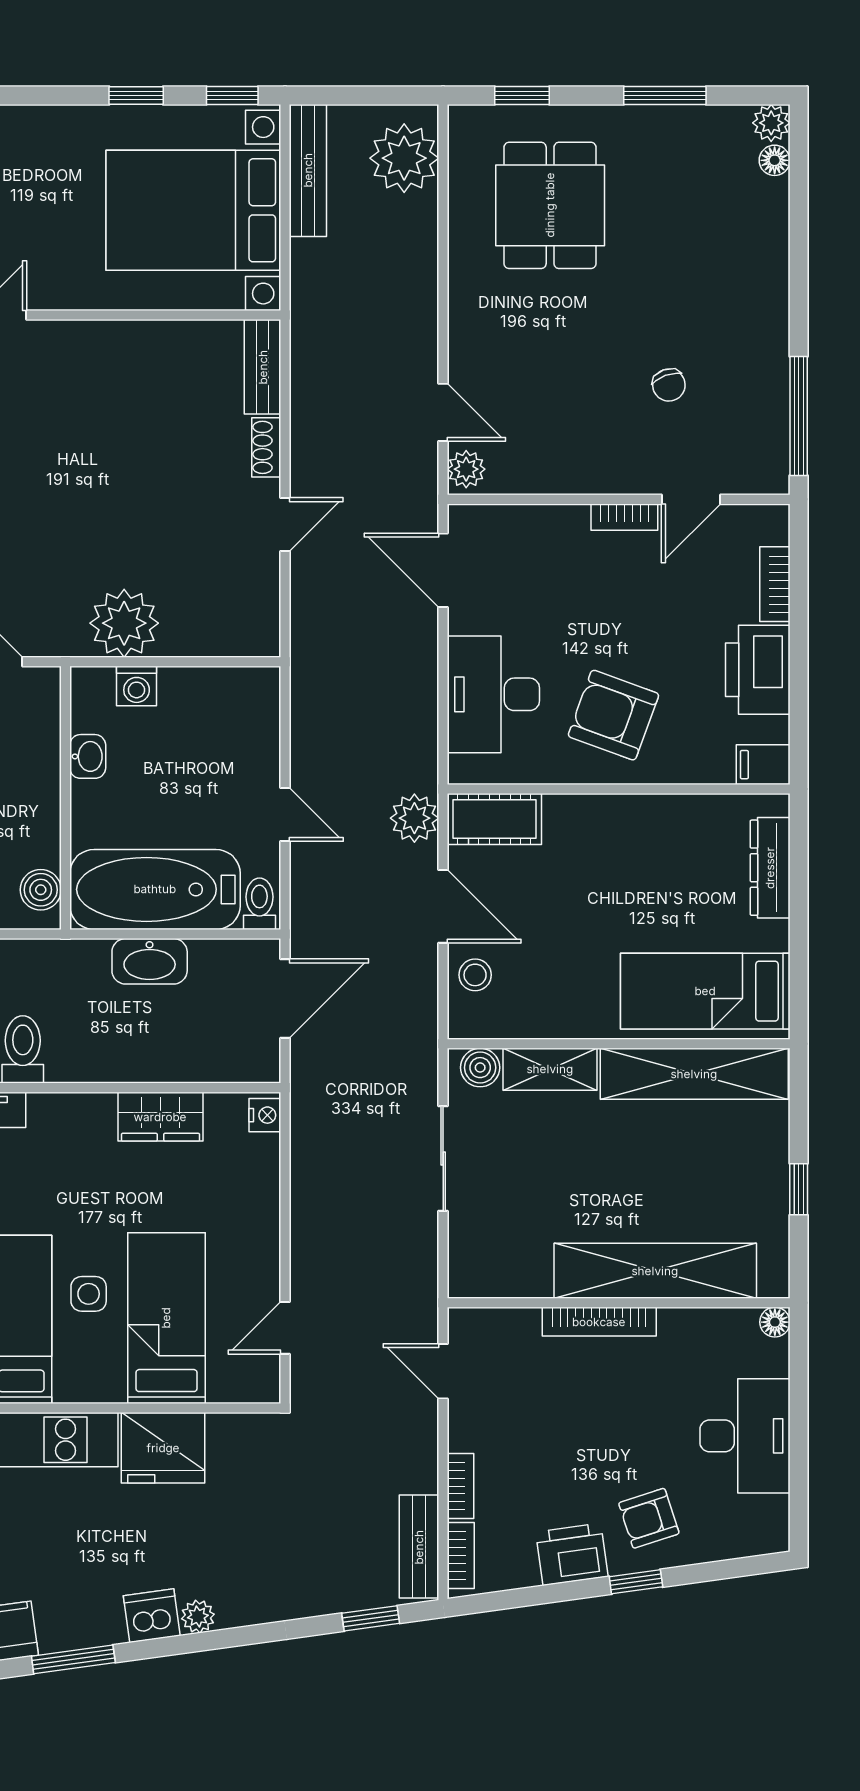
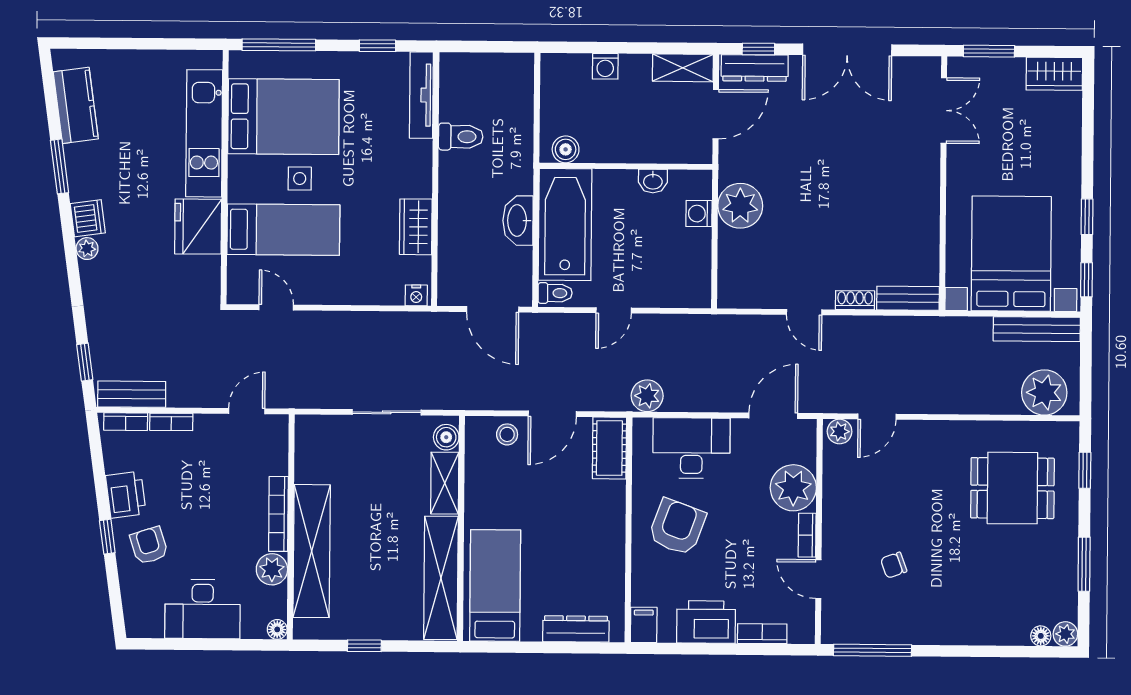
plant: (553, 539) -> (793, 488), added
plant: (414, 818) -> (647, 396), moved
plant: (683, 1331) -> (272, 569), added

